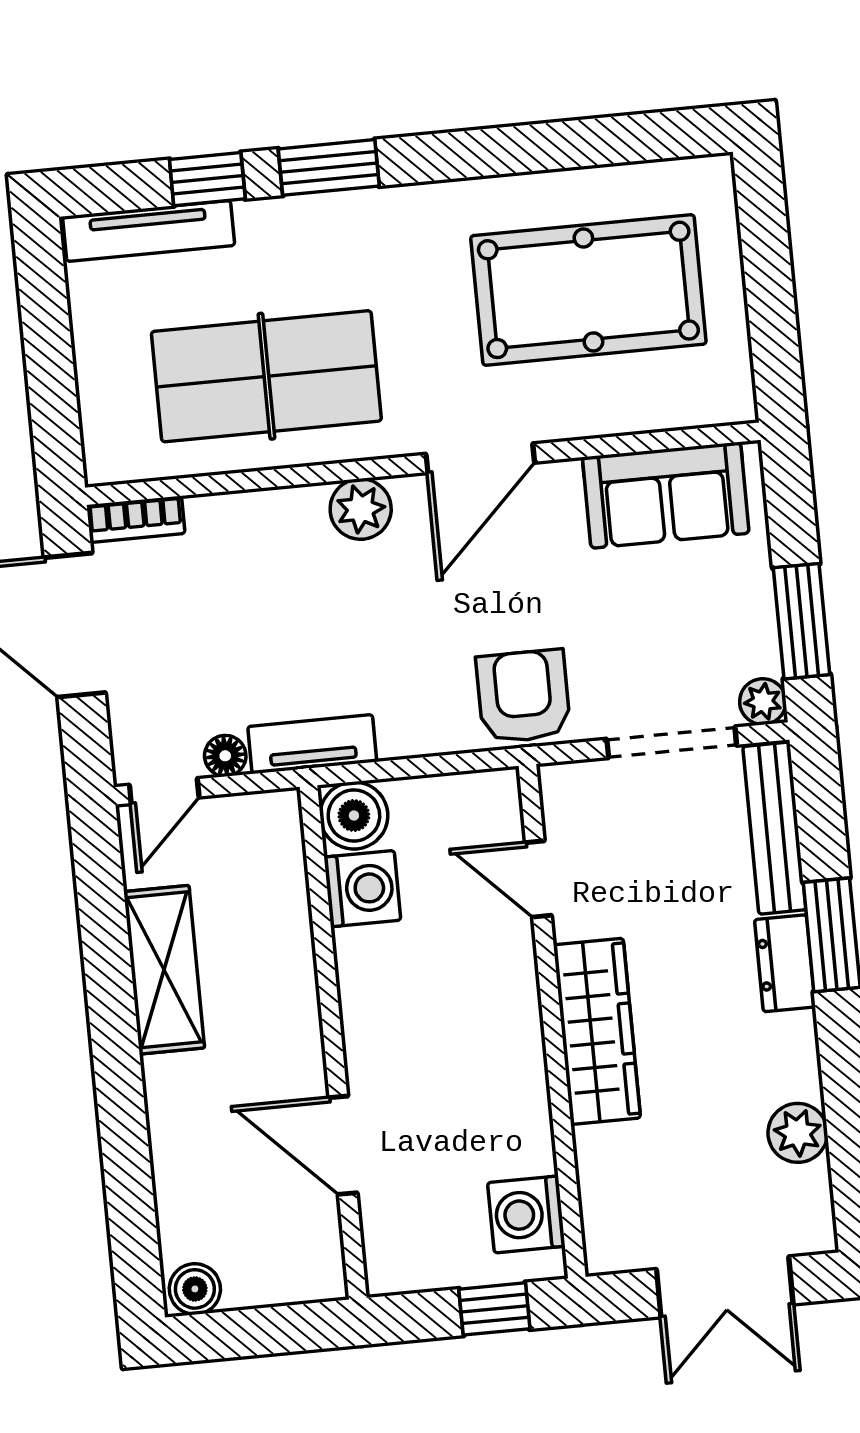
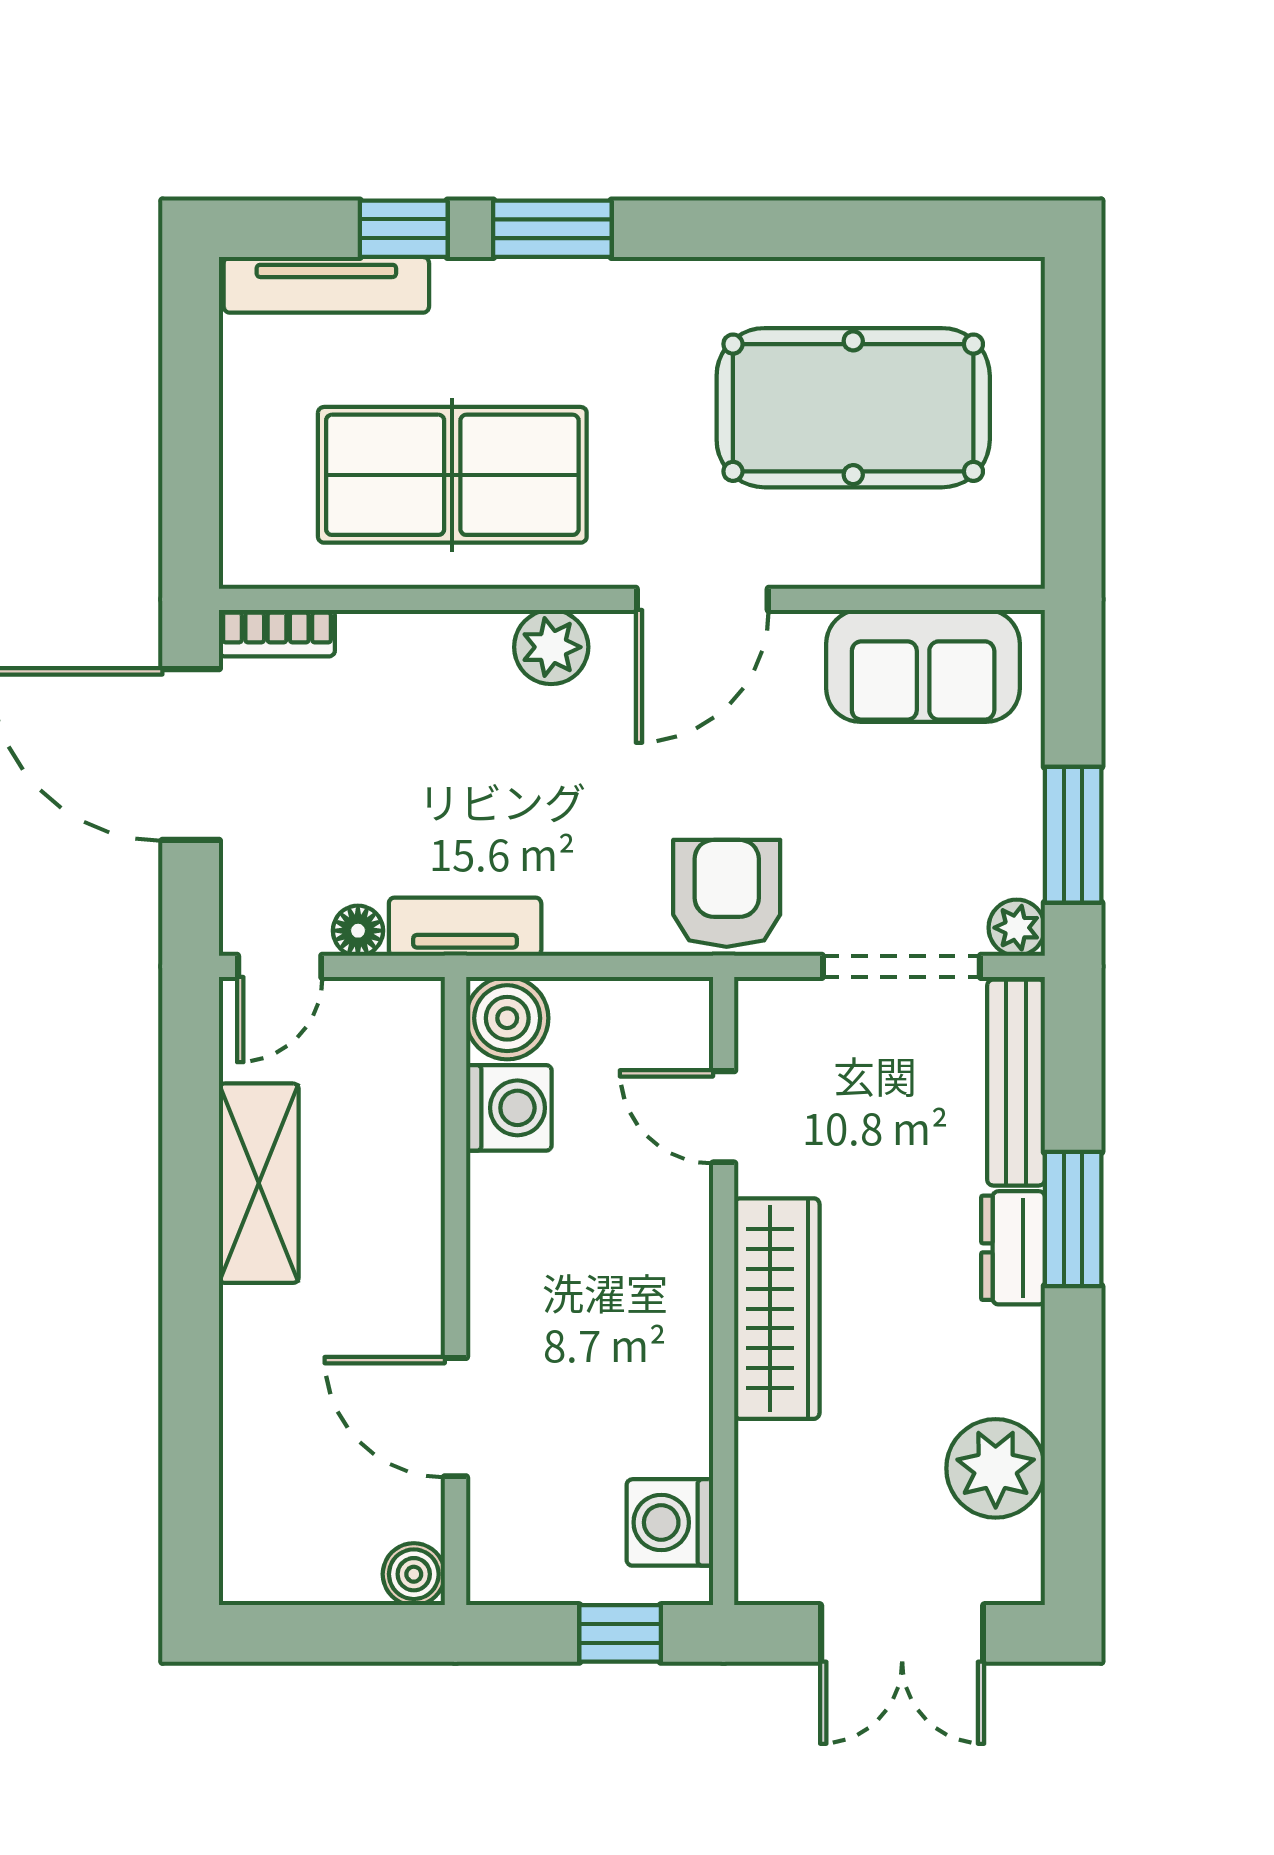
plant: (798, 1133) -> (996, 1468), width x1.36, depth x1.36
boiler: (195, 1289) -> (414, 1574), moved

